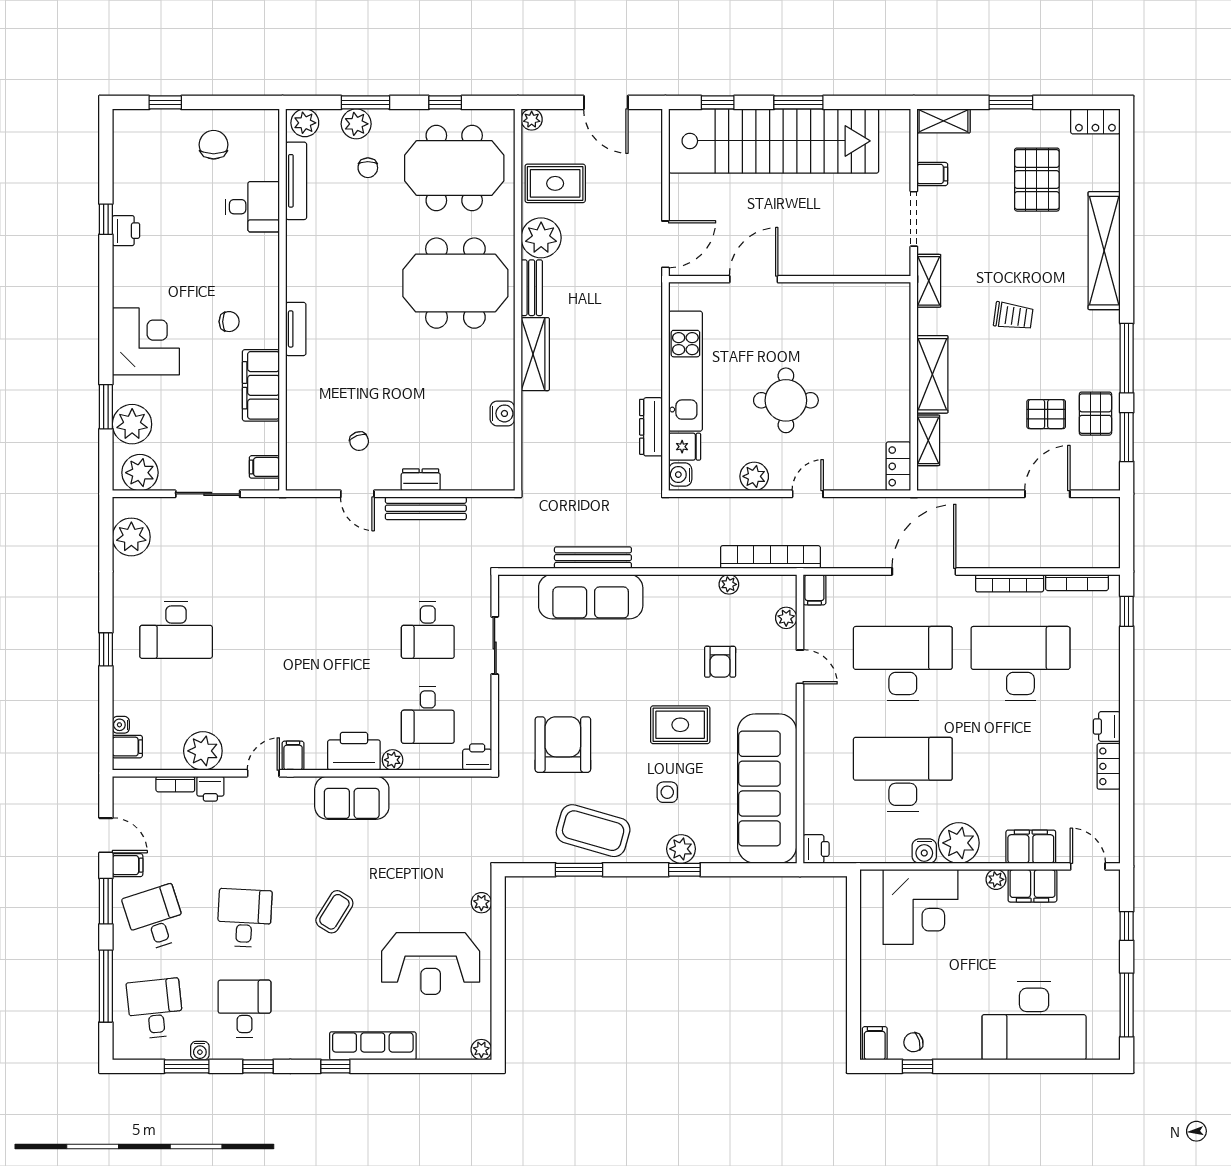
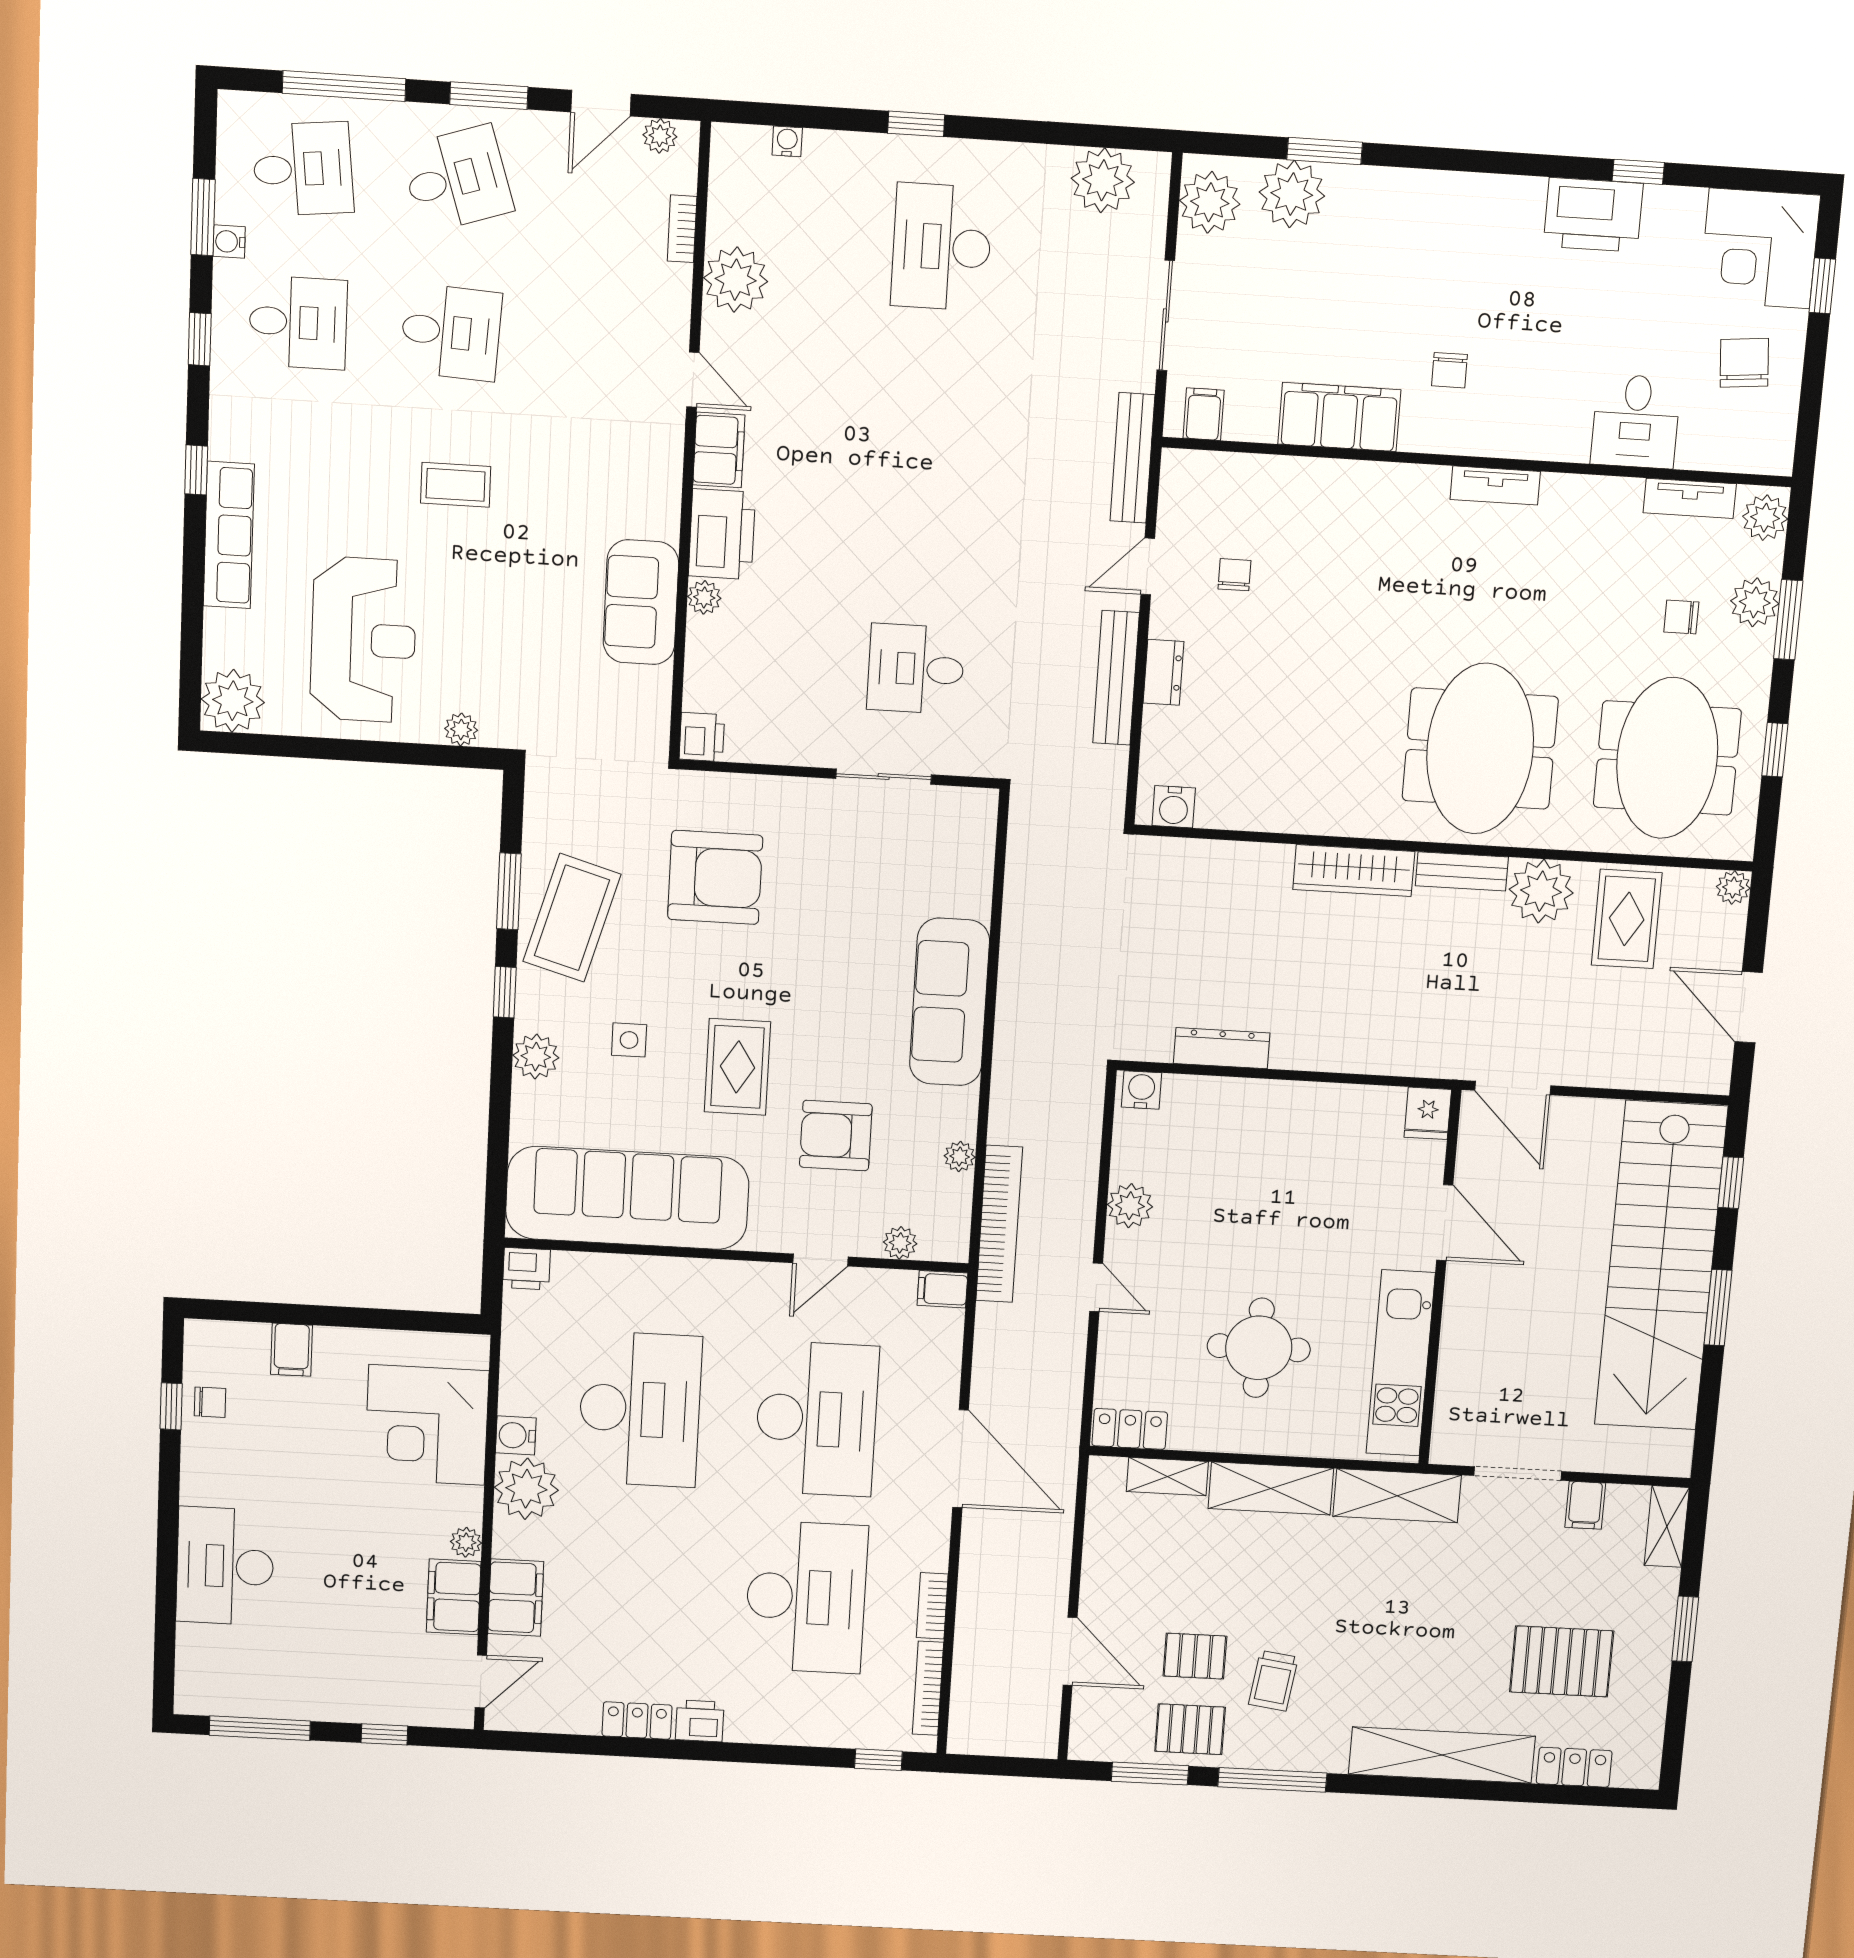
door: (606, 102) -> (1749, 1007), hinge flipped
locker: (1095, 121) -> (1574, 1767), moved, turned 90
chair: (214, 145) -> (1744, 363), turned -95
tv unit: (296, 181) -> (1690, 498), width x0.71
printer: (126, 231) -> (1593, 215), width x1.87, depth x1.48
shelving: (929, 281) -> (1397, 1496), width x1.50, depth x1.33
trolley: (1013, 316) -> (1273, 1681), moved
tv unit: (296, 329) -> (1495, 485), moved
corner desk: (146, 341) -> (1759, 248), moved, turned 90
kitchen unit: (685, 371) -> (1401, 1363), moved, turned 90
round table: (786, 400) -> (1259, 1348), moved
water cooler: (502, 413) -> (1174, 807), moved
pallet: (1046, 414) -> (1195, 1656), turned 90
chair: (359, 441) -> (1234, 575), turned 111
fridge: (685, 447) -> (1428, 1113), moved
bench: (593, 558) -> (1133, 458), moved
bookcase: (1010, 583) -> (932, 1606), width x0.64
sofa: (591, 597) -> (950, 1002), moved
armchair: (720, 662) -> (836, 1136), width x1.38, depth x1.38
desk: (428, 715) -> (776, 660), removed
filing cabinet: (127, 747) -> (750, 150), removed
filing cabinet: (293, 756) -> (719, 450), width x2.00
printer: (210, 789) -> (671, 288), removed
sofa: (352, 798) -> (641, 602), moved
plant: (122, 800) -> (660, 136), added
filing cabinet: (128, 865) -> (549, 137), removed
window: (684, 870) -> (505, 992), moved
coffee table: (334, 912) -> (456, 485), turned -32
reception desk: (431, 963) -> (363, 640), turned 180
desk: (1034, 1021) -> (225, 1566), width x0.73, depth x0.77
chair: (913, 1042) -> (210, 1402), turned 105
filing cabinet: (875, 1043) -> (292, 1350), moved, turned 90
plant: (481, 1050) -> (233, 701), width x1.88, depth x1.88

